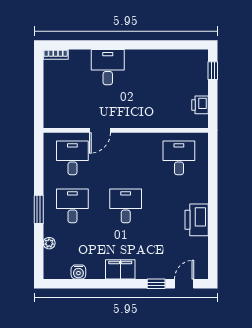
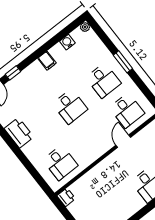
printer: (200, 105) -> (66, 197), moved
plant: (49, 243) -> (85, 27), moved
filing cabinet: (120, 269) -> (47, 61), width x0.50

